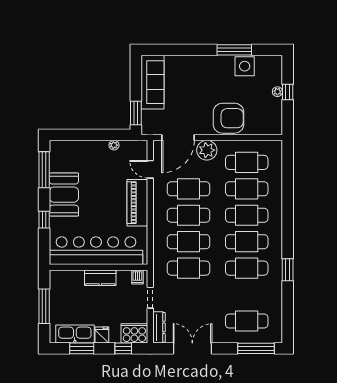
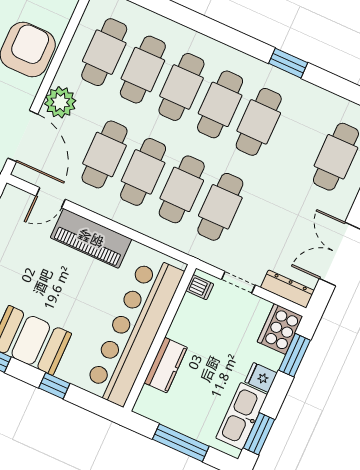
kitchen counter: (100, 278) -> (166, 365), moved
window: (82, 348) -> (259, 434), moved
window: (123, 348) -> (294, 355), width x1.50

